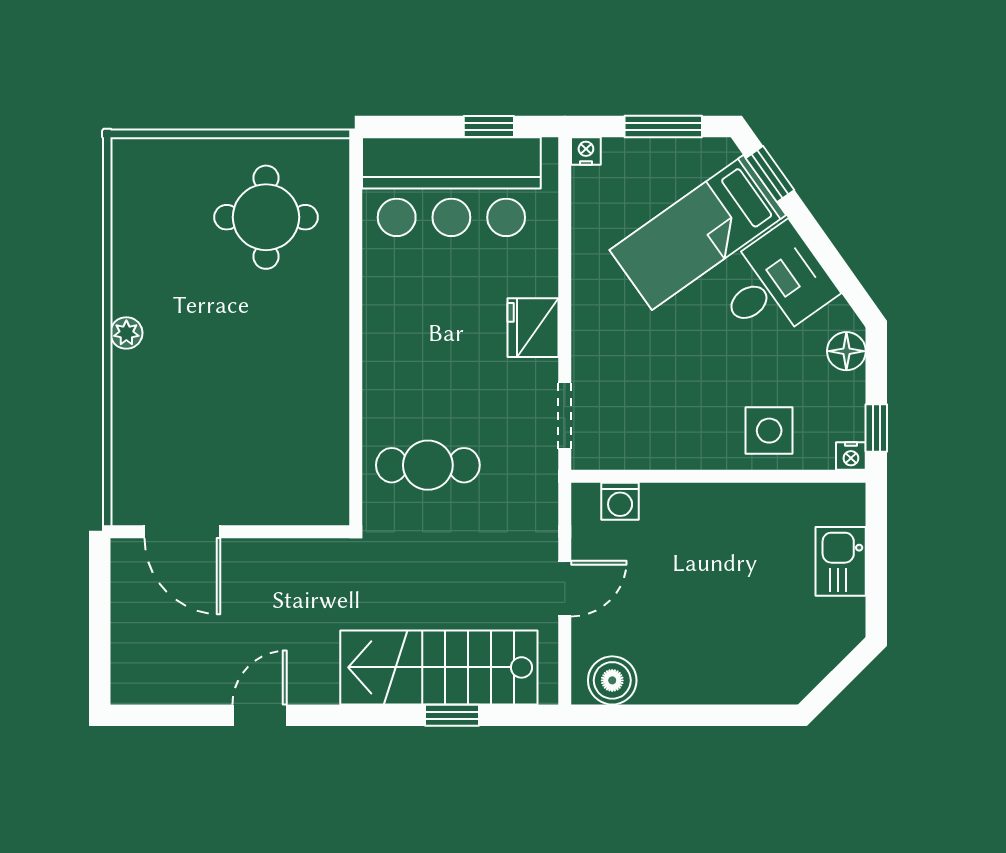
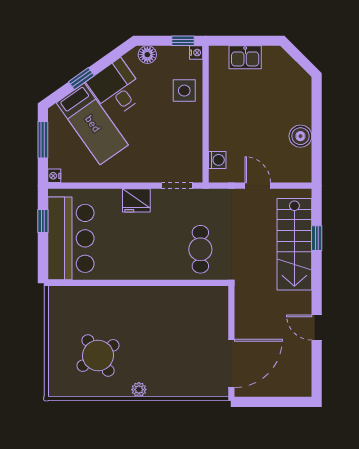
window: (770, 174) -> (81, 79), moved
round table: (266, 217) -> (98, 355), moved, turned -34
door: (182, 532) -> (231, 363), width x1.36
boiler: (612, 680) -> (300, 136), moved

